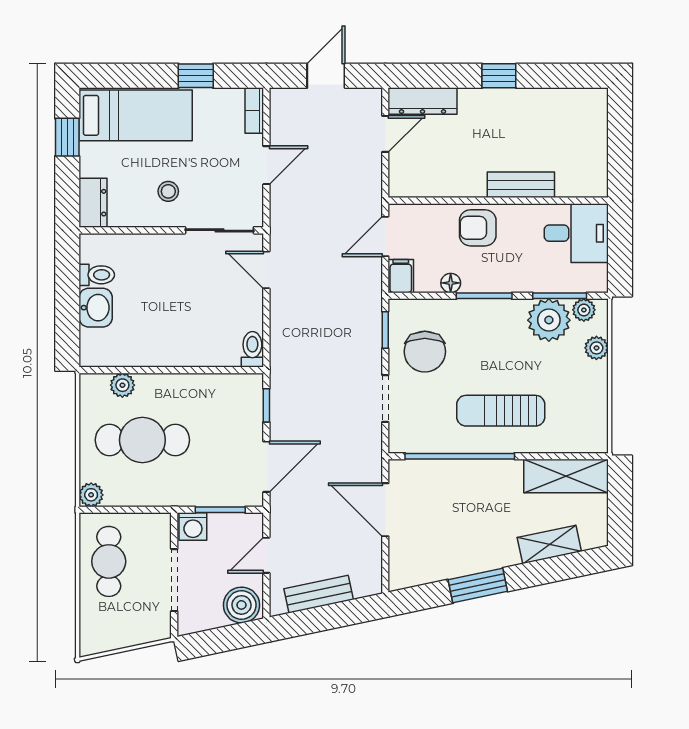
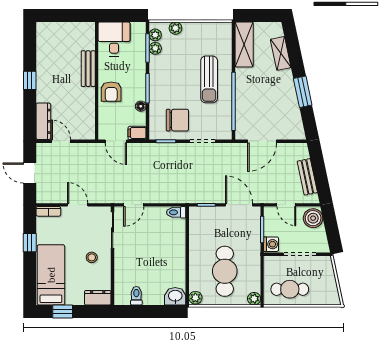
washbasin: (96, 308) -> (175, 296), moved
plant: (549, 320) -> (155, 48), width x0.53, depth x0.53
plant: (122, 385) -> (195, 298), moved

